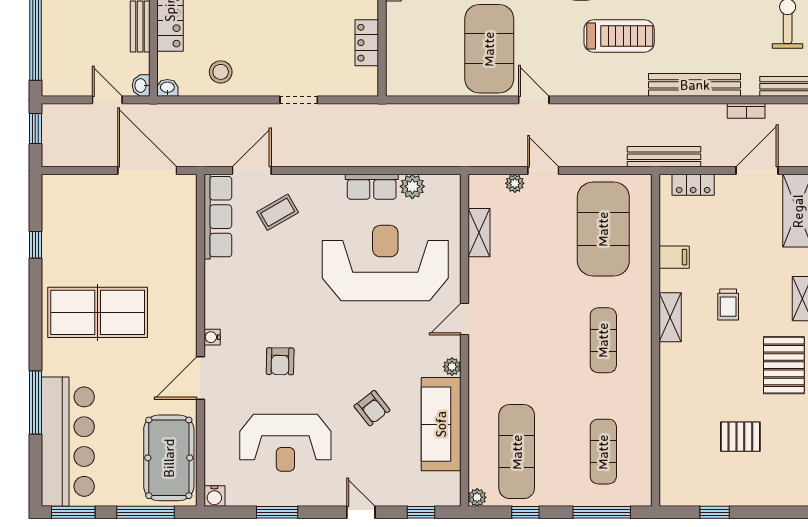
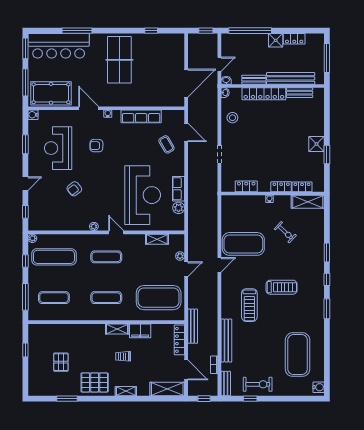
locker: (693, 185) -> (179, 340), width x1.53
row of seats: (218, 217) -> (141, 116), moved
filing cabinet: (674, 257) -> (140, 331), width x2.00
exercise mat: (517, 340) -> (106, 257), added
sofa: (441, 424) -> (67, 221), removed

